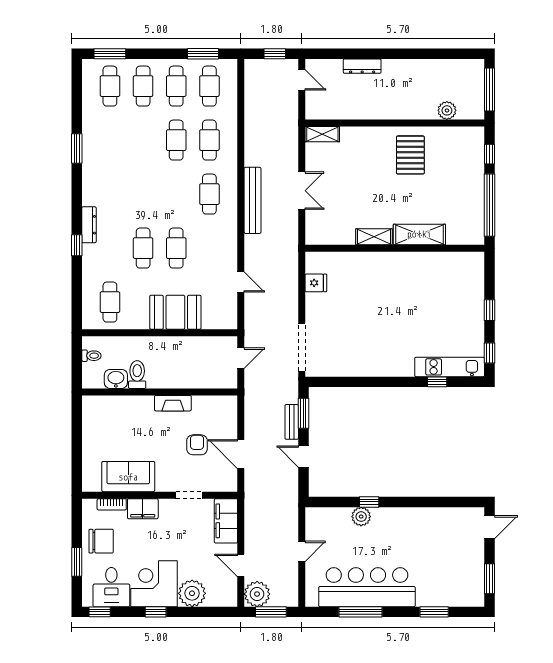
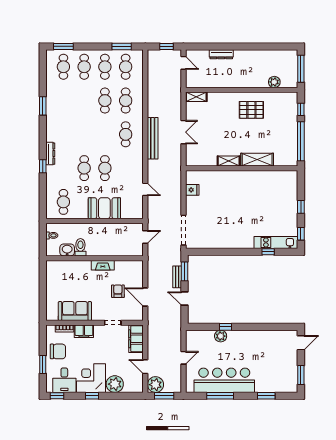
pallet: (410, 155) -> (251, 110), turned 90

